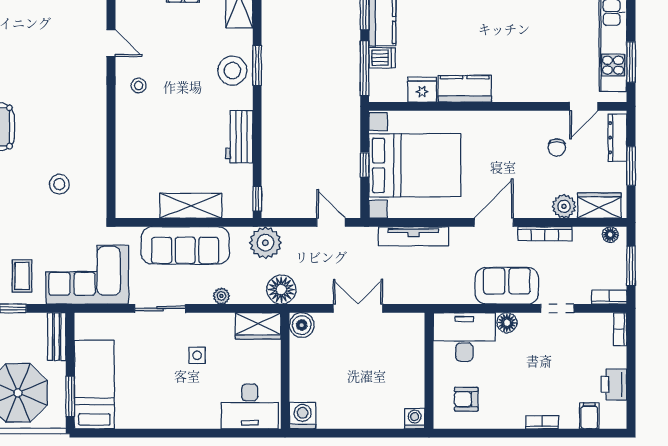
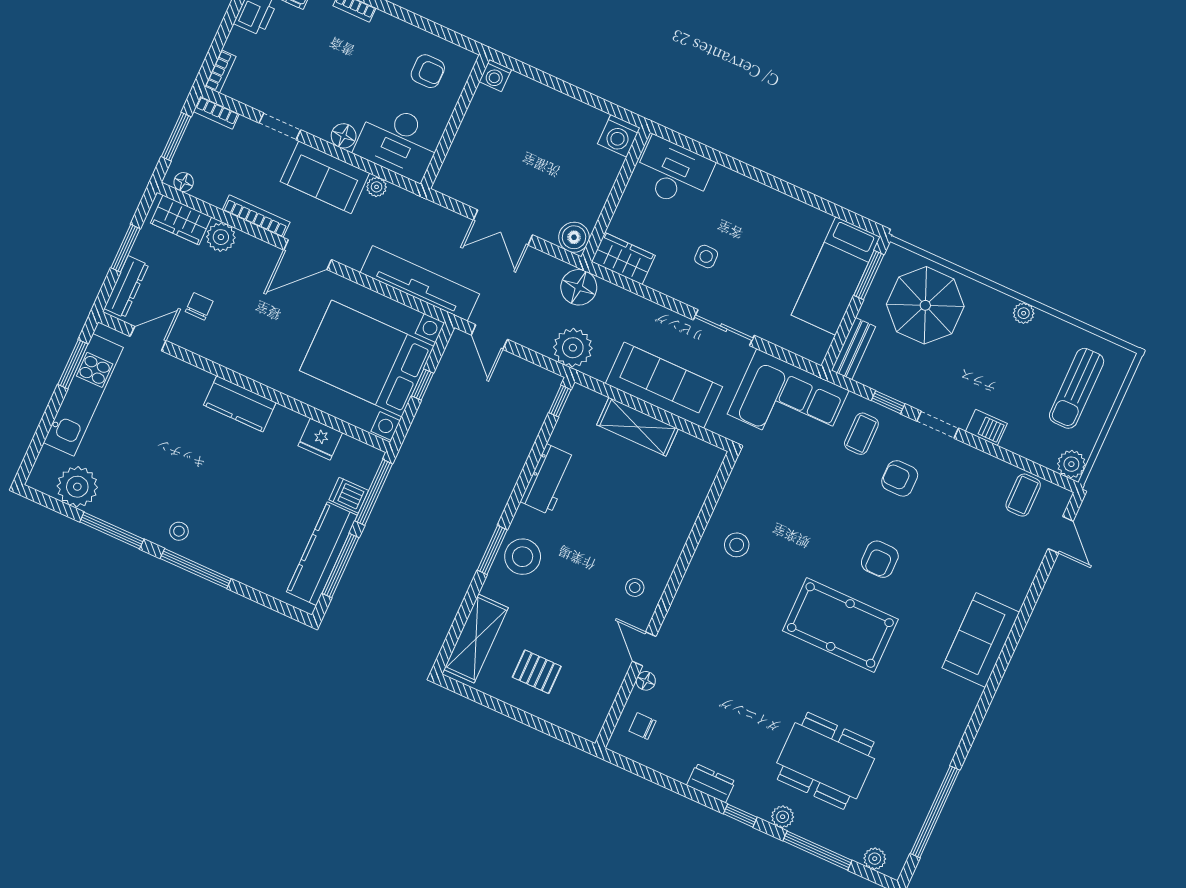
floor lamp: (99, 20) -> (646, 681), added
kitchen counter: (465, 89) -> (240, 404), moved
stool: (59, 184) -> (737, 545), moved
tv unit: (413, 236) -> (420, 283), width x1.36, depth x1.29
plant: (221, 296) -> (377, 187), moved

